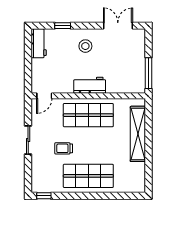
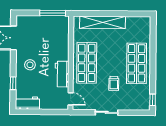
workbench: (90, 85) -> (62, 74), moved

